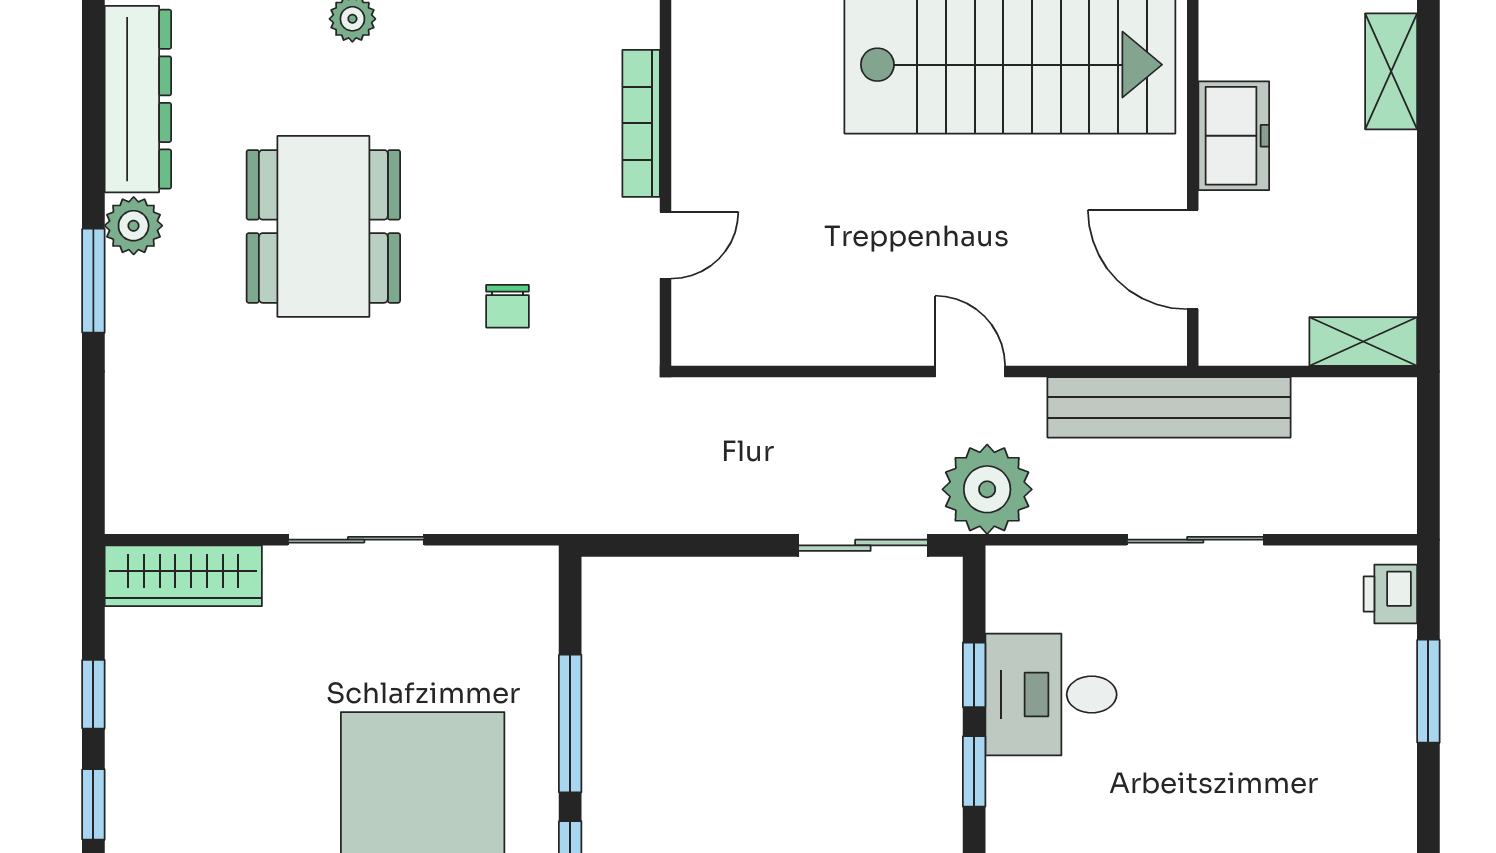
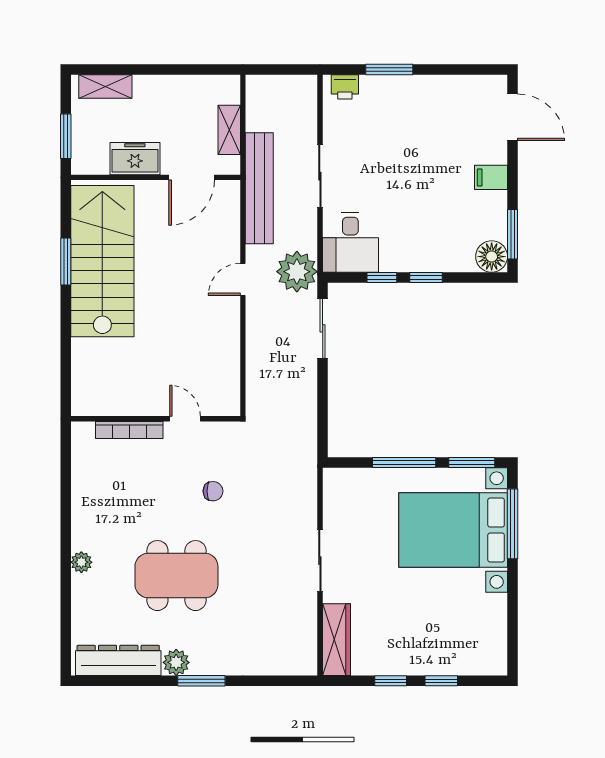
shelving: (1363, 342) -> (229, 130), moved
desk: (1051, 695) -> (350, 242), moved

